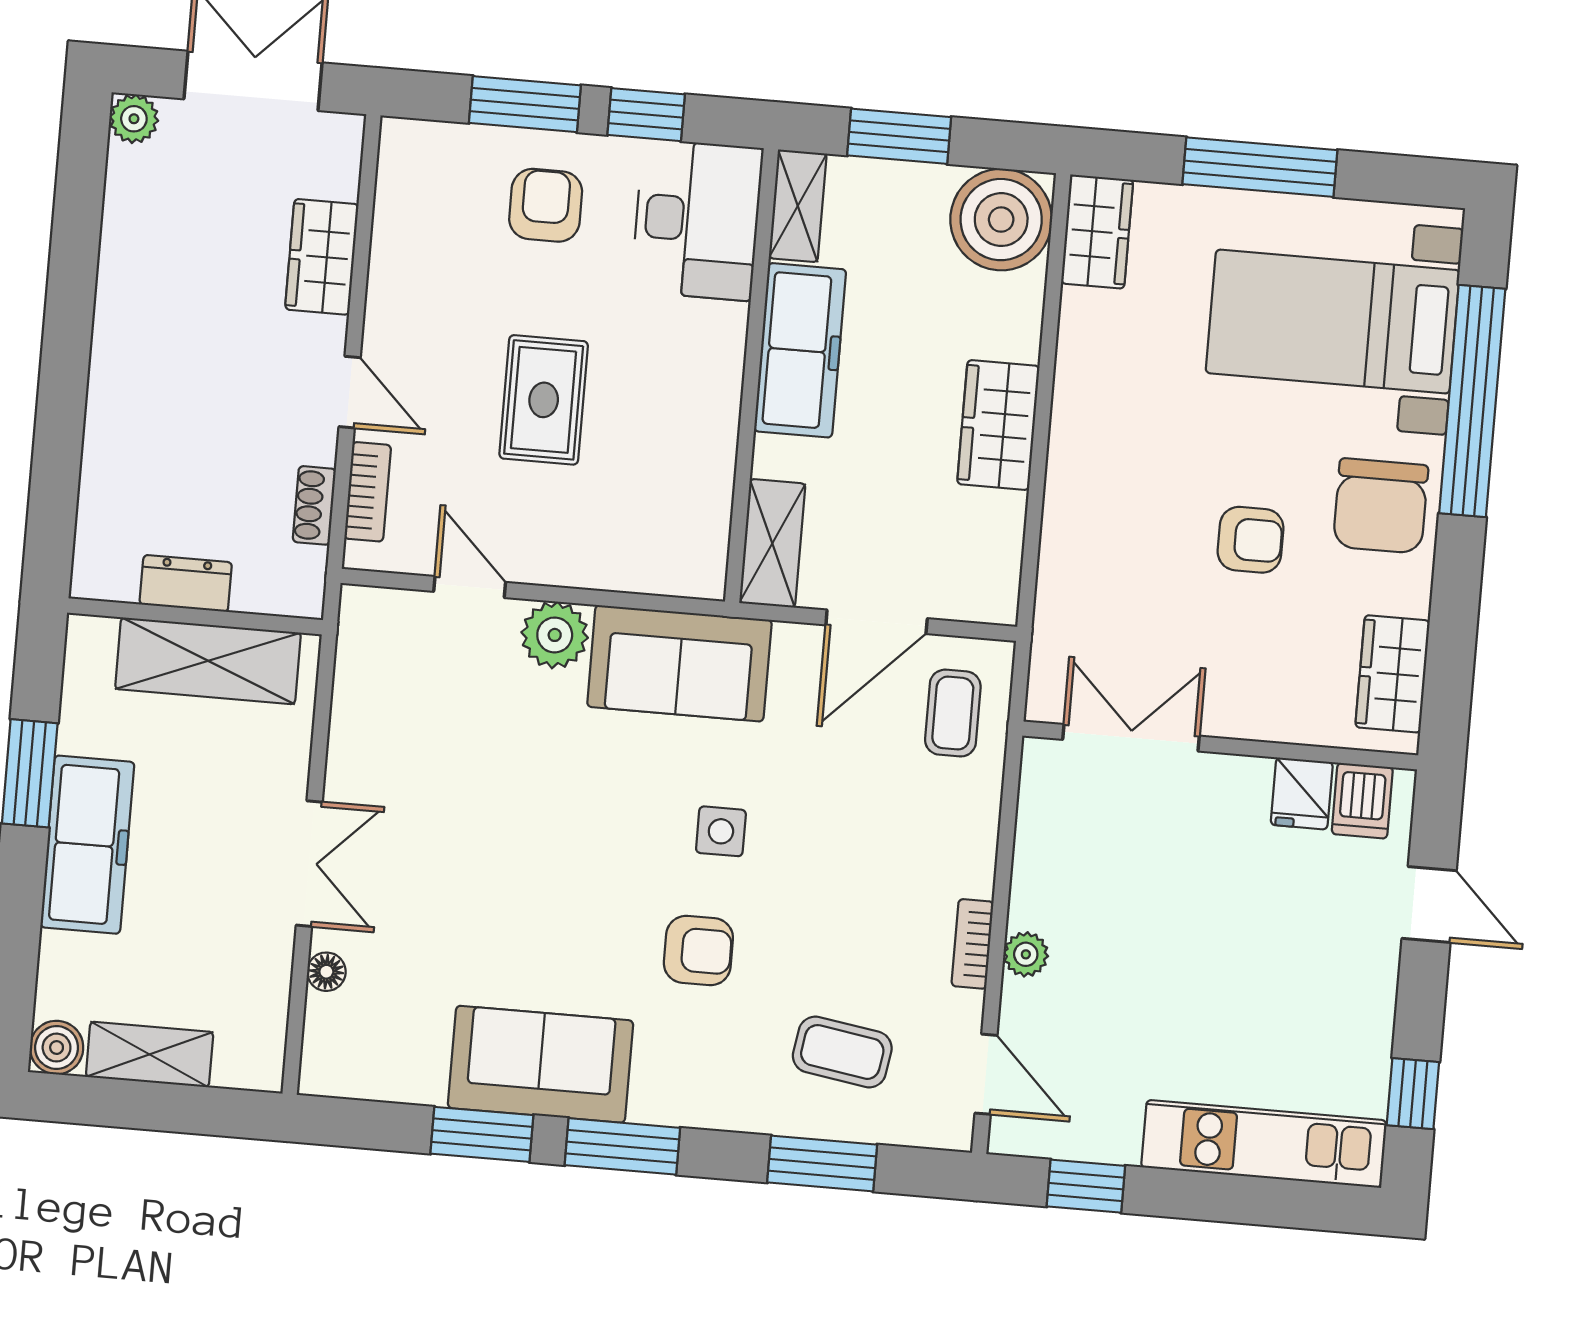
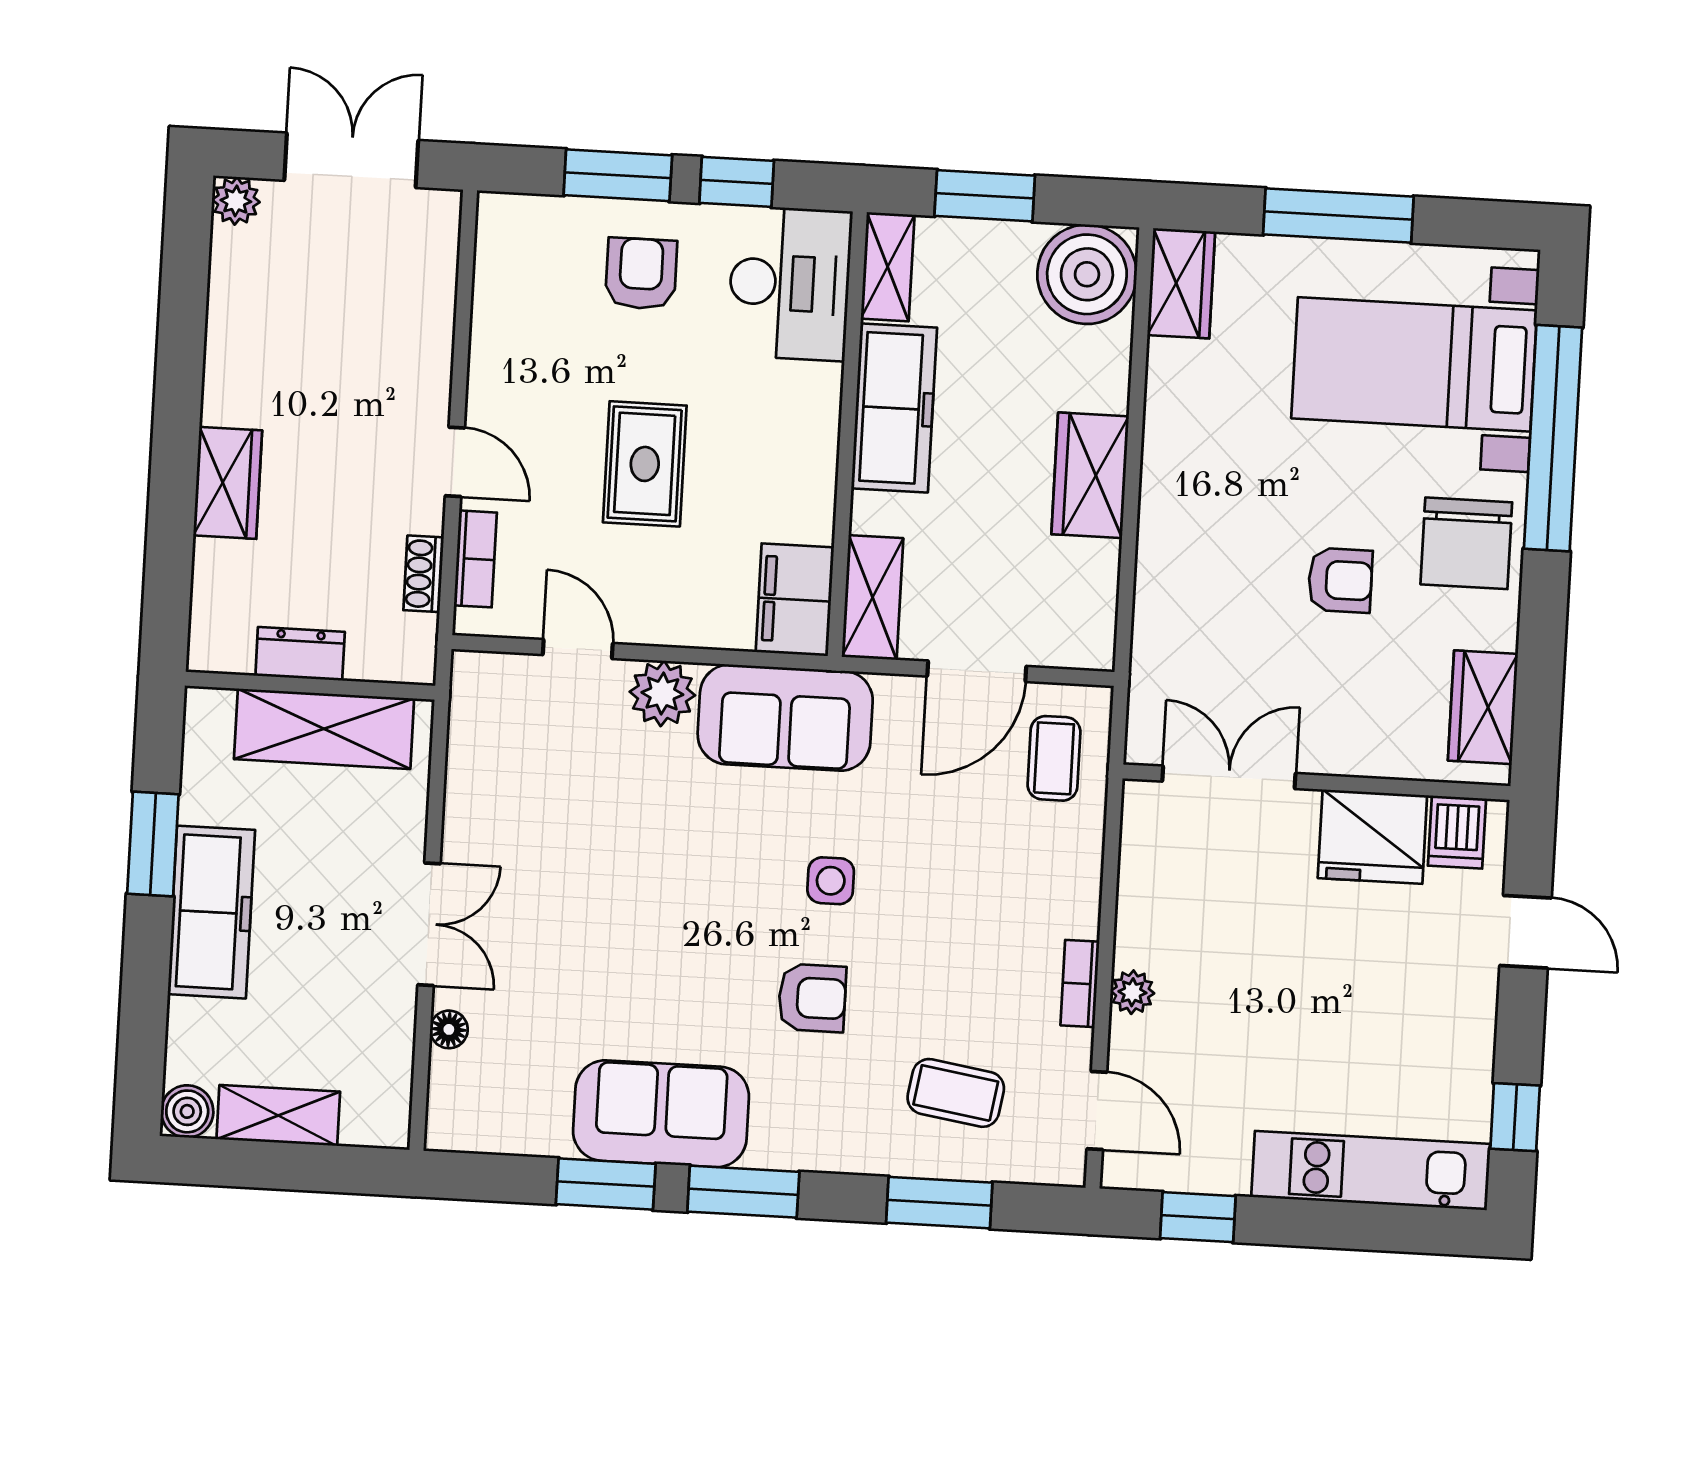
wardrobe: (322, 257) -> (228, 483), moved, turned 180
filing cabinet: (693, 543) -> (795, 600), added
fridge: (1302, 794) -> (1372, 837), width x1.88, depth x1.34

